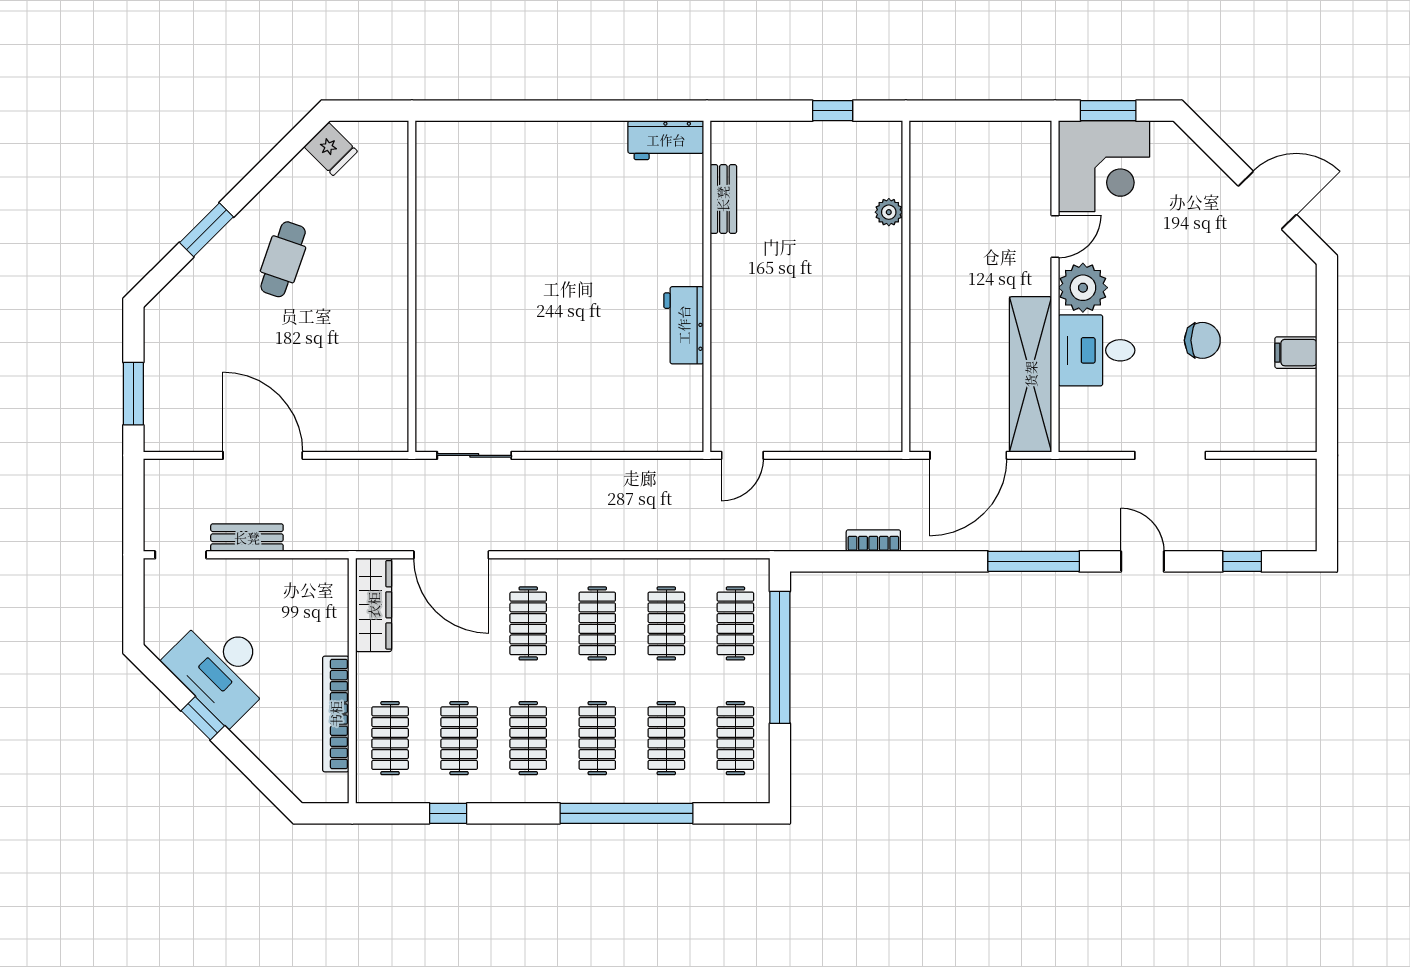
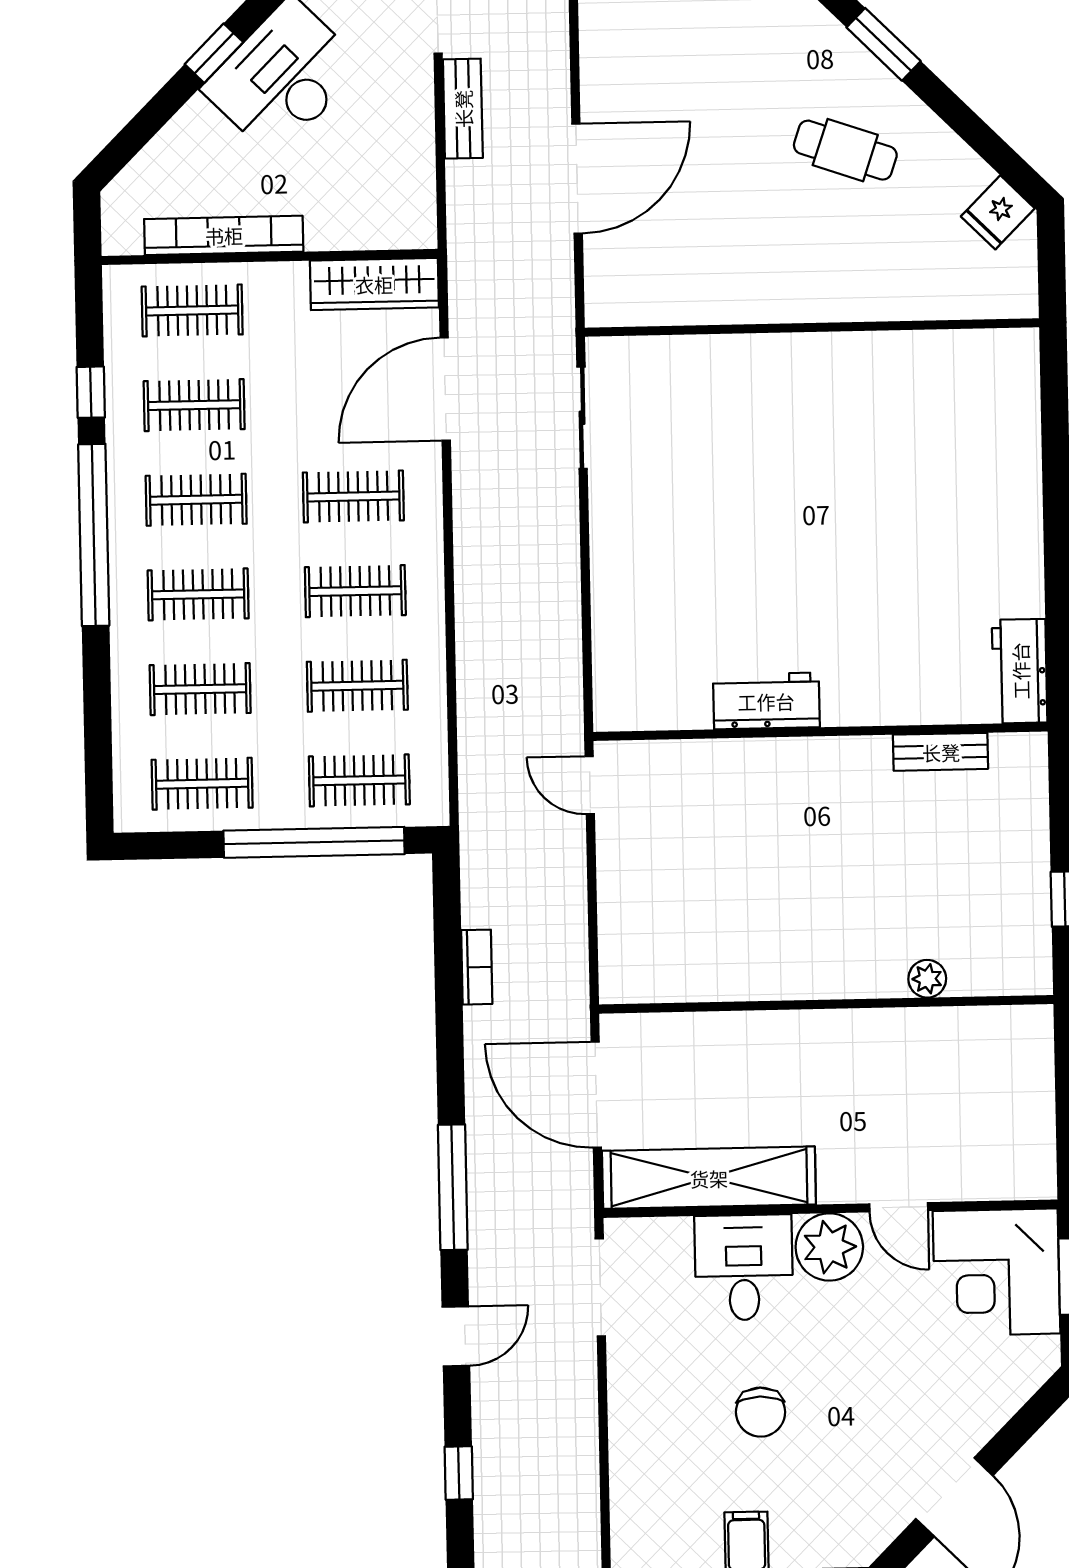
door: (263, 455) -> (577, 179), moved
doorway: (1170, 455) -> (600, 1287), moved
window: (626, 813) -> (94, 535), moved

